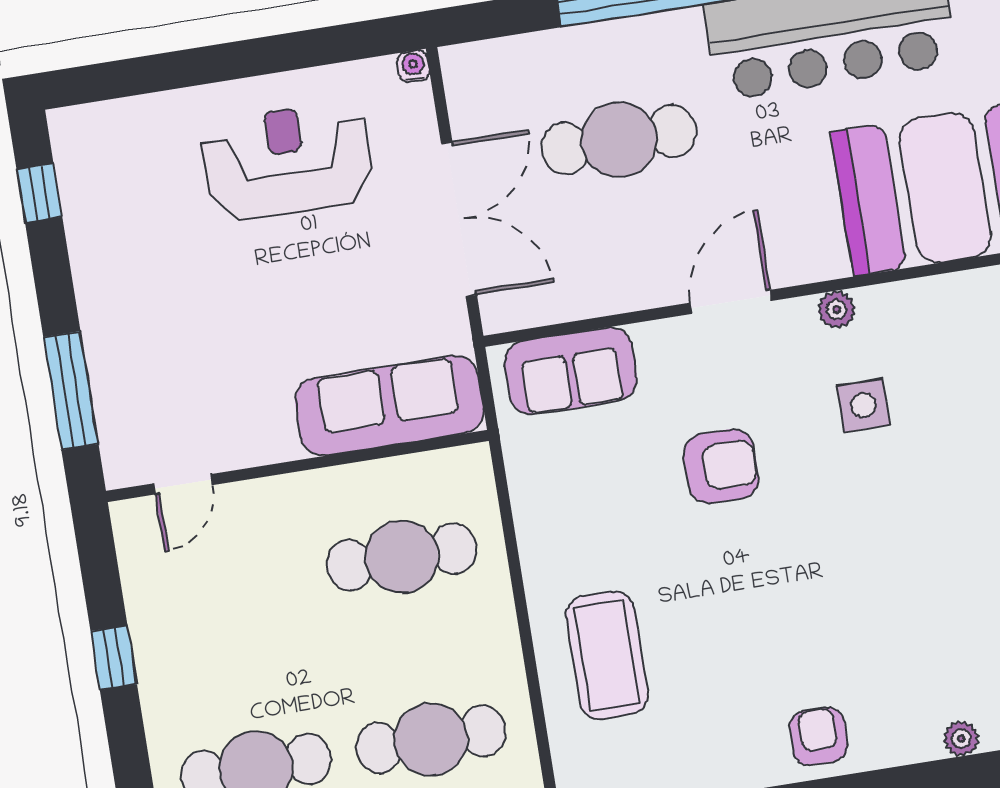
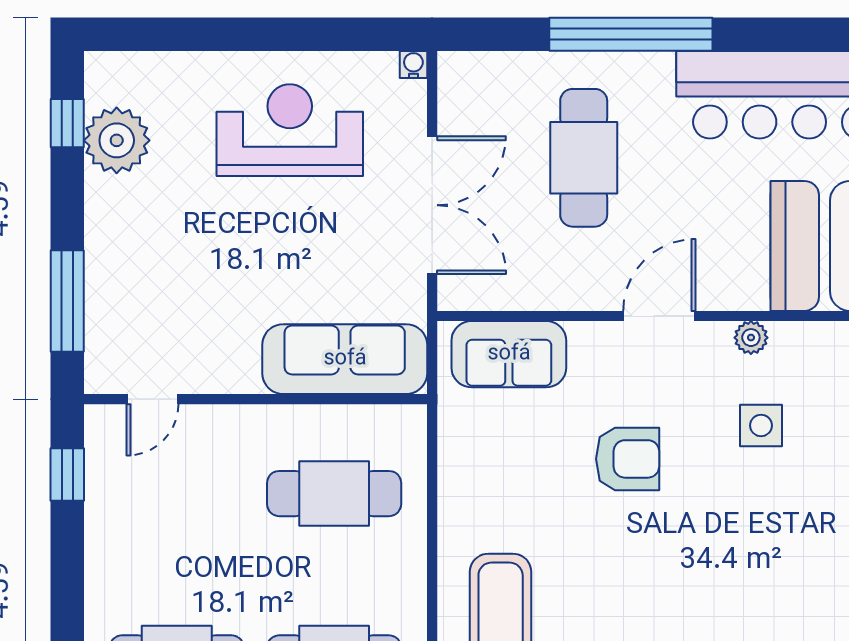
cafe table: (619, 140) -> (584, 158), turned 90
plant: (97, 203) -> (117, 140), added
window: (114, 658) -> (67, 474), moved

